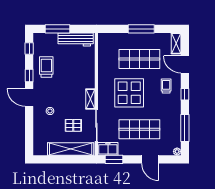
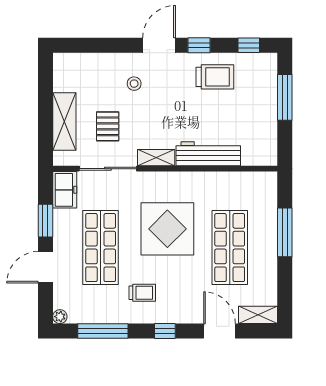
window: (141, 29) -> (285, 232), moved
workbench: (76, 39) -> (208, 154), moved, turned 90
door: (185, 64) -> (220, 331), hinge flipped
trolley: (166, 86) -> (142, 293), moved
shelving: (71, 149) -> (64, 121), width x0.68
window: (114, 159) -> (45, 221), moved

